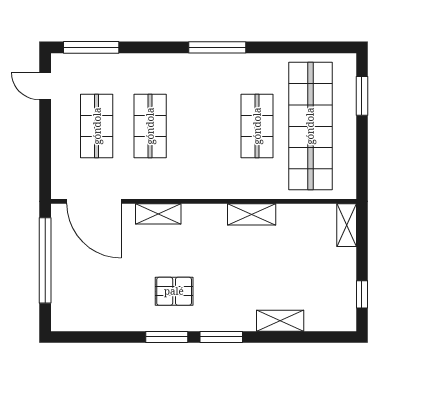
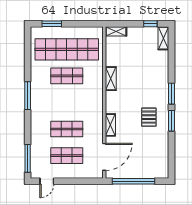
shelving: (280, 321) -> (163, 38), moved

